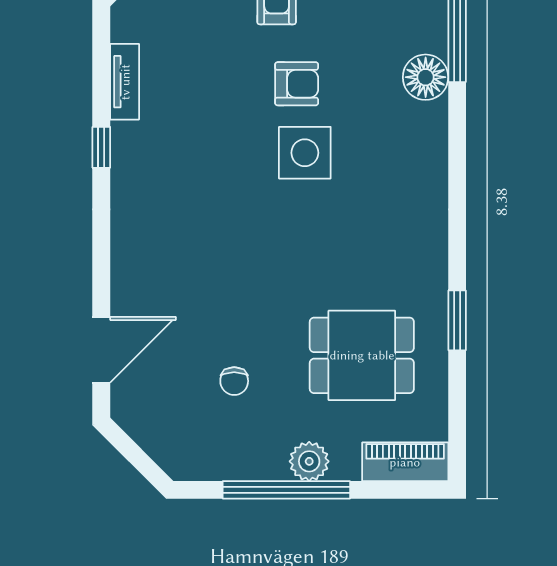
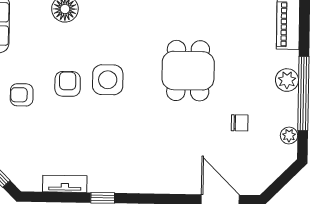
dining table: (362, 355) -> (188, 71), moved
plant: (214, 466) -> (289, 136), added

